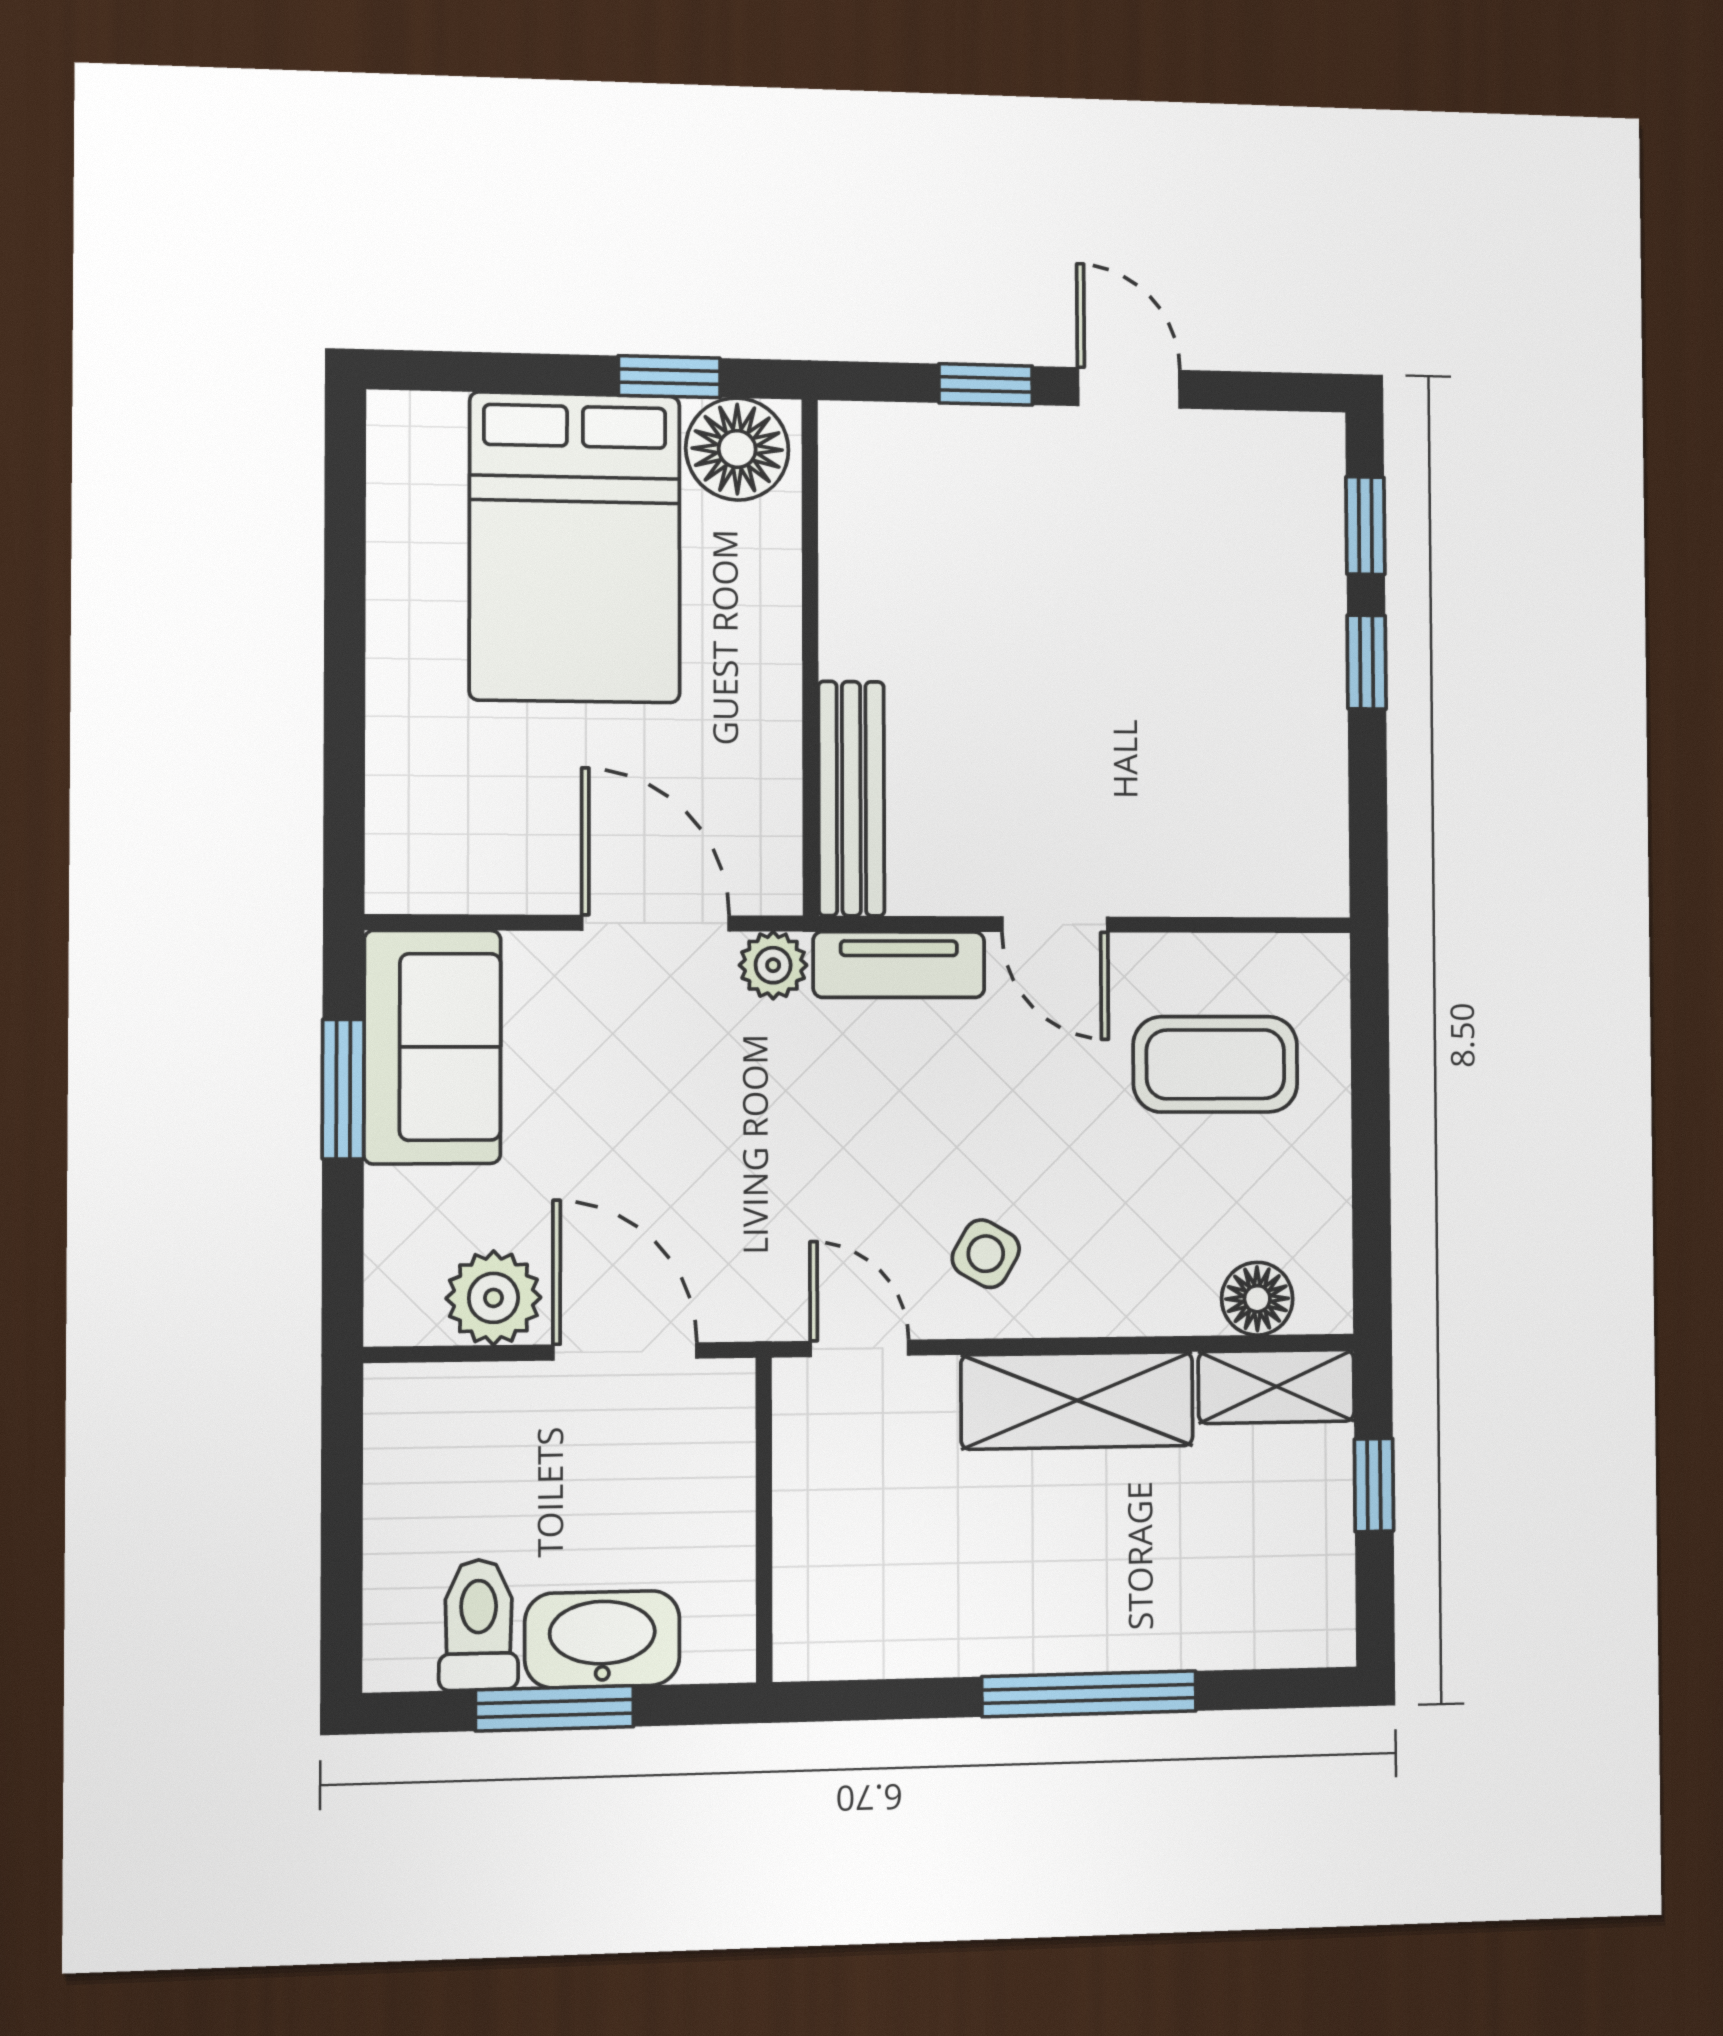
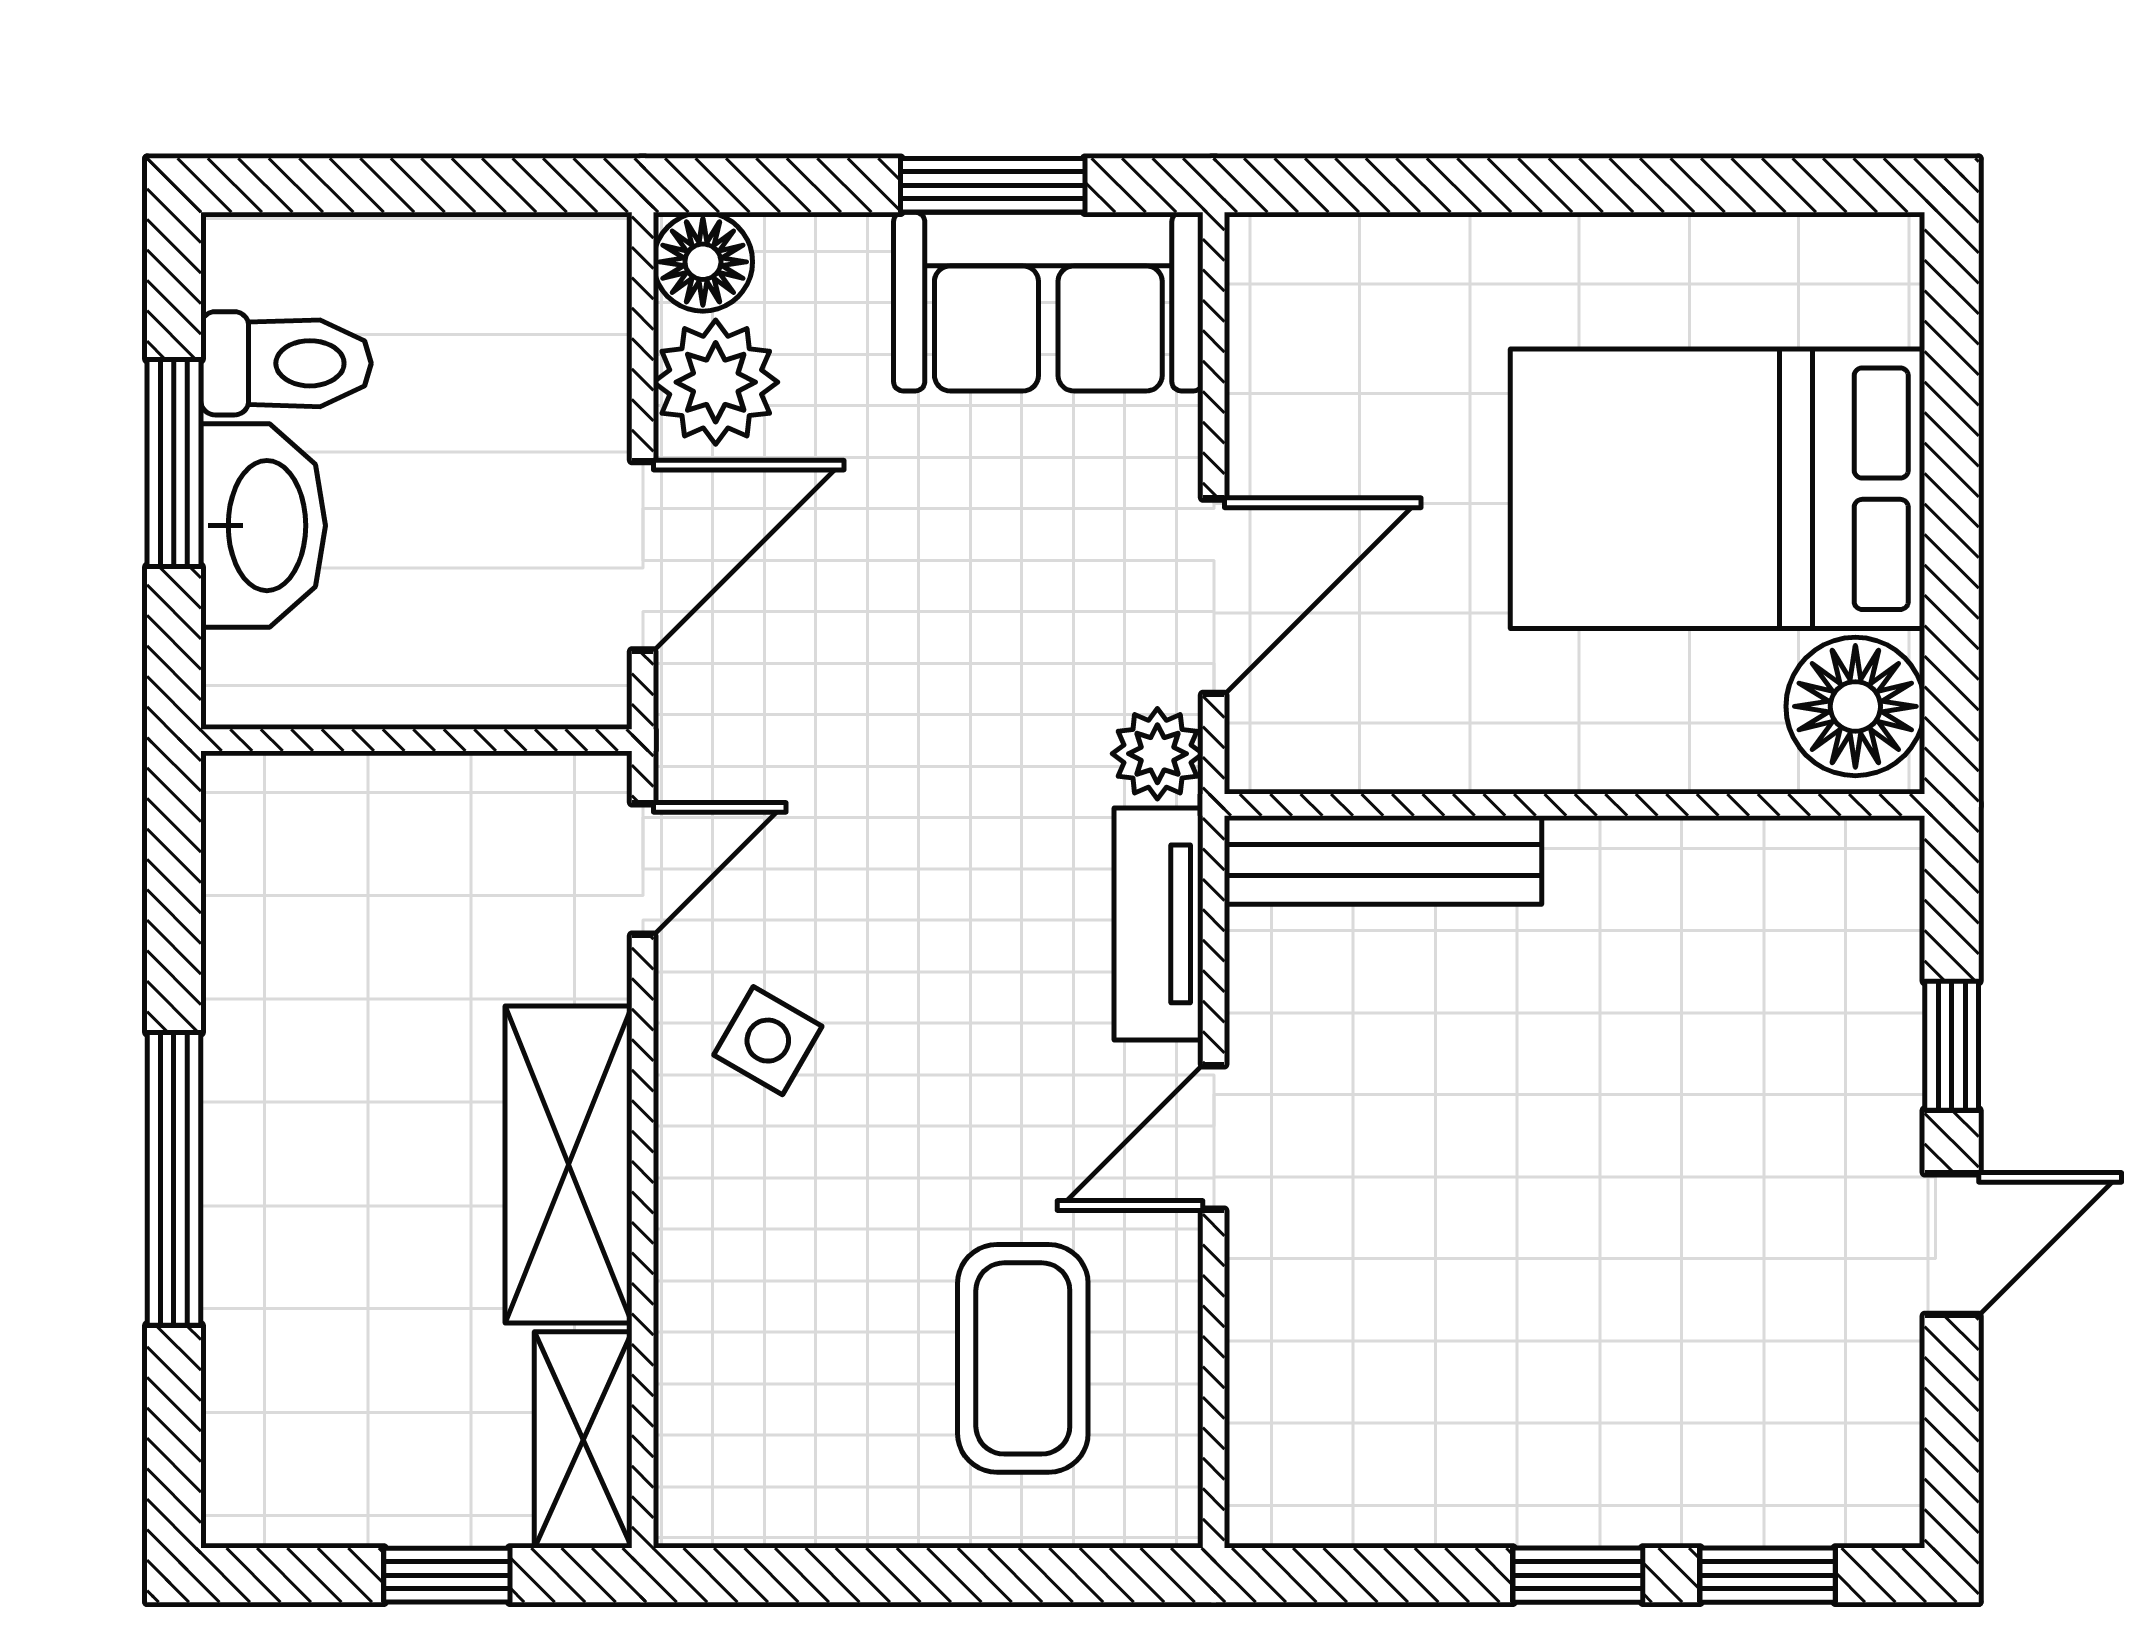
window: (669, 377) -> (1952, 615), removed
floor lamp: (1257, 1299) -> (703, 262), moved

